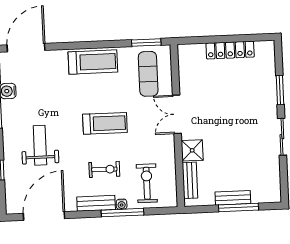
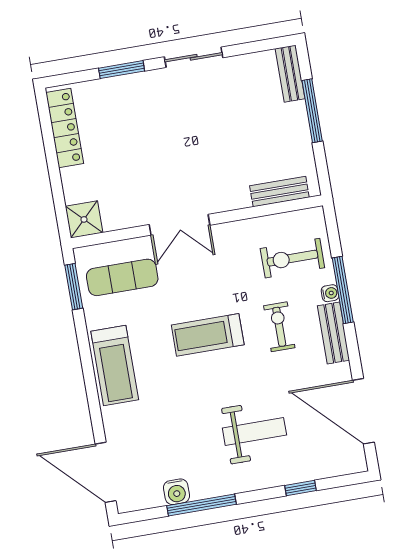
locker: (230, 50) -> (65, 128), moved
treadmill: (93, 62) -> (115, 366), turned 180
treadmill: (105, 123) -> (208, 335), turned -90
weight bench: (40, 145) -> (254, 432), turned 180
shower: (192, 150) -> (84, 219), moved
bench: (233, 198) -> (290, 74), moved

